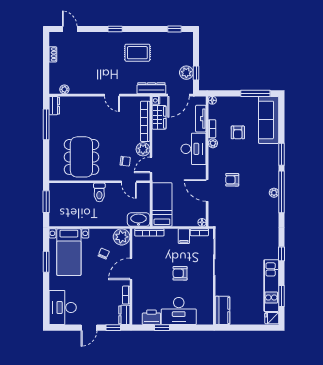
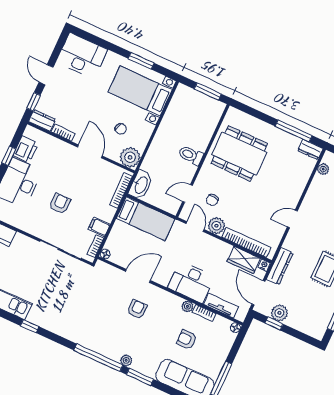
plant: (274, 193) -> (126, 360), moved

